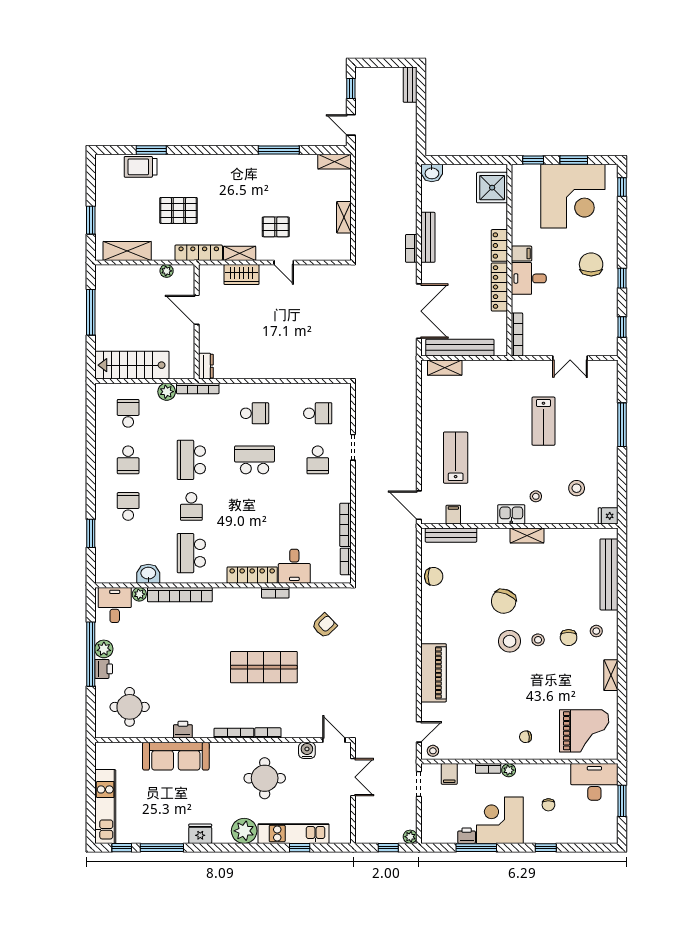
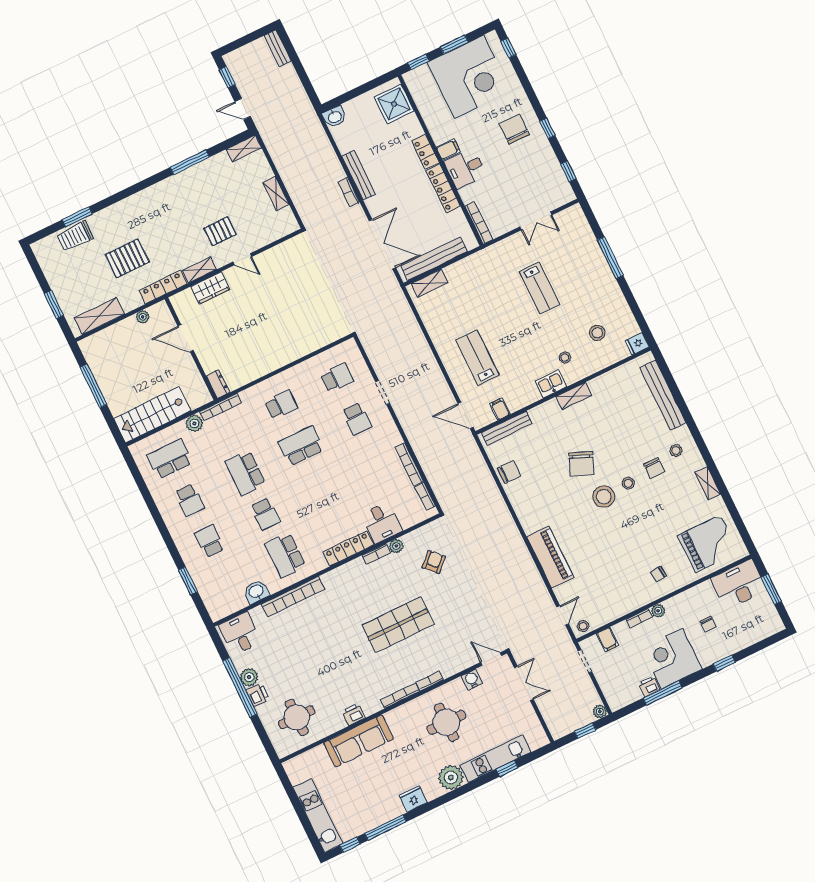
school desk: (128, 413) -> (170, 459), width x1.85
plant: (139, 594) -> (396, 546), moved

